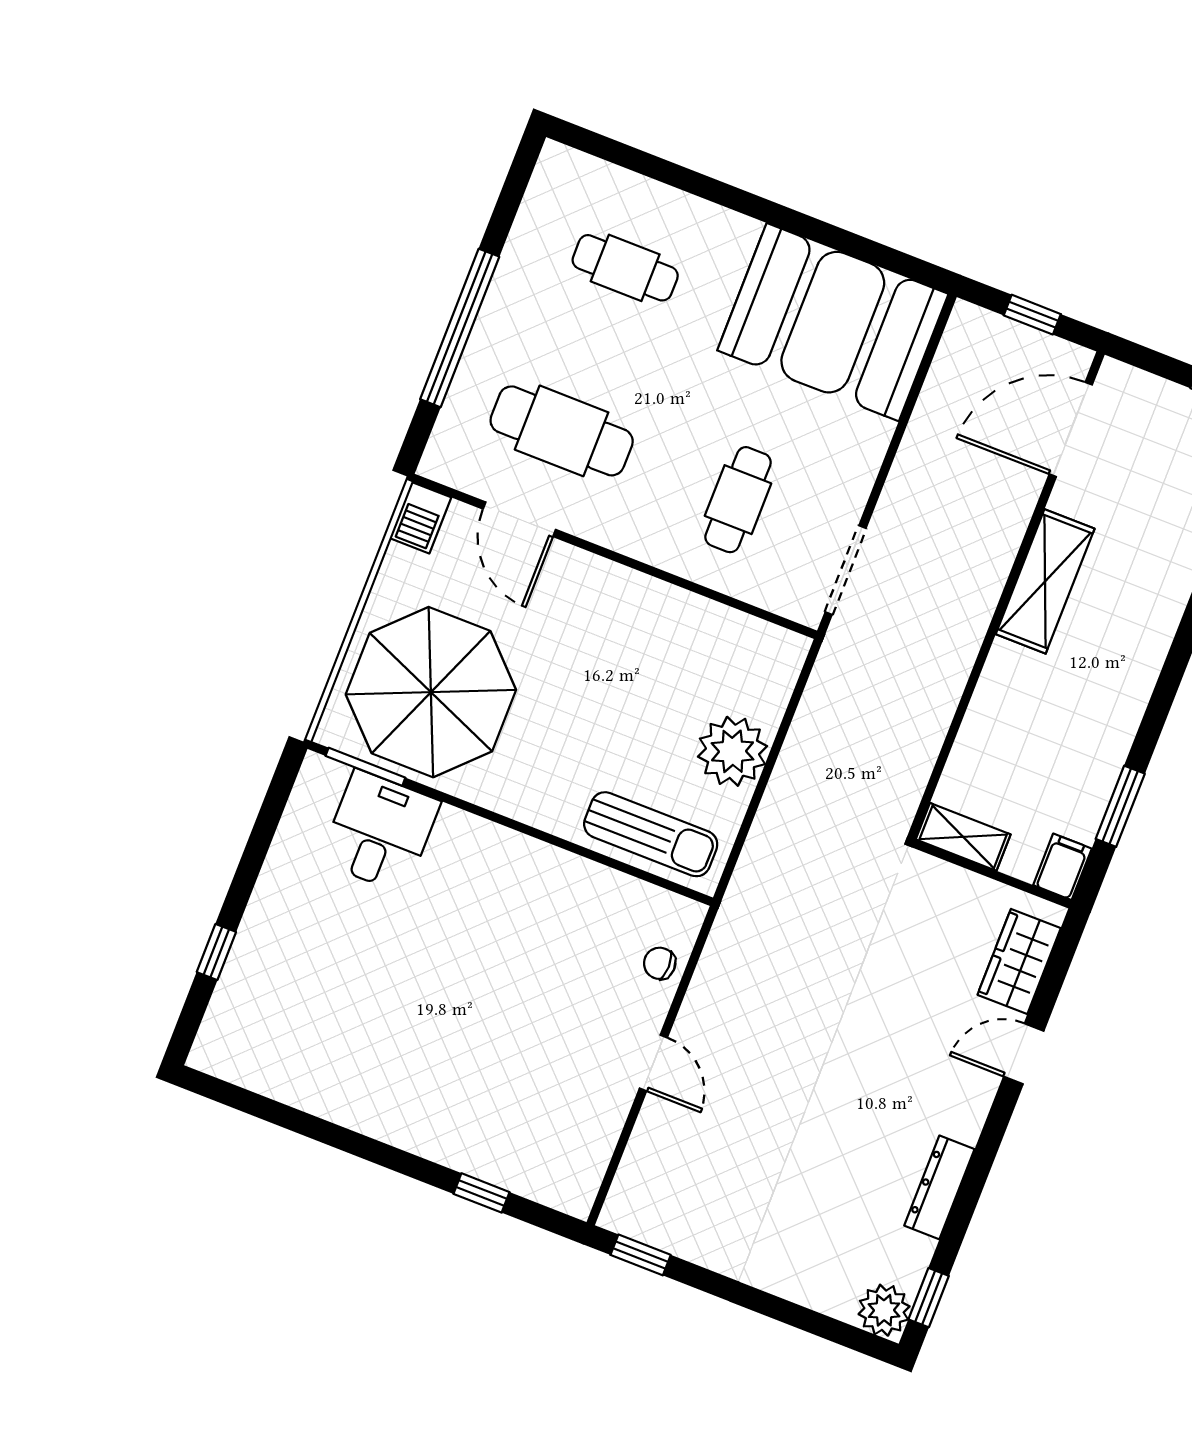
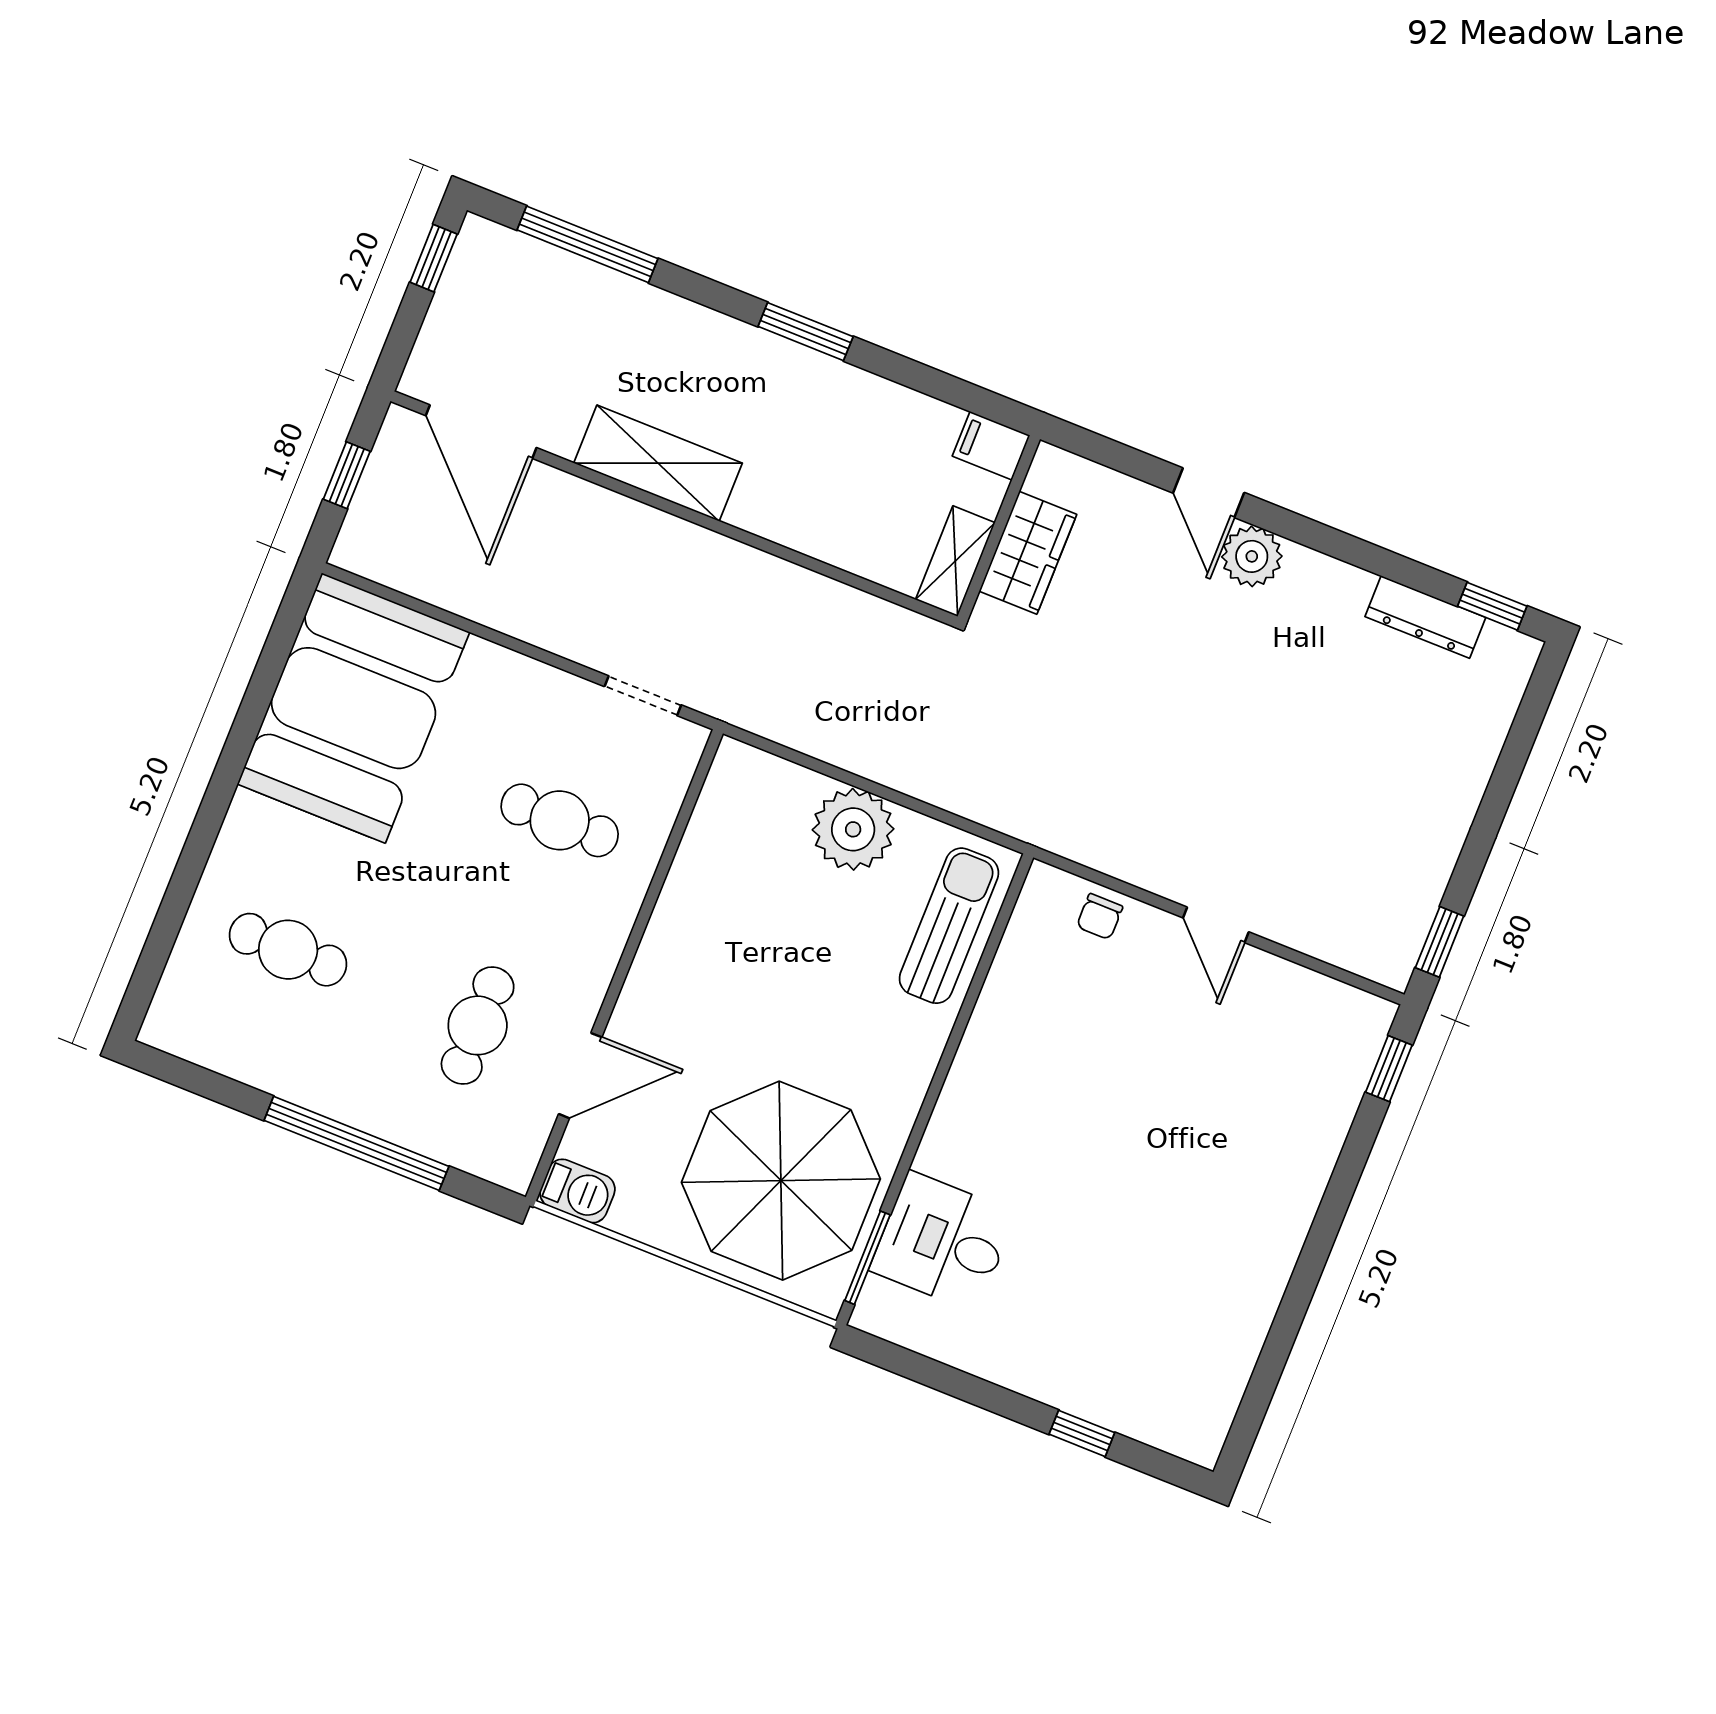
cafe table: (625, 268) -> (288, 950), turned 90
cafe table: (562, 431) -> (478, 1025), width x0.73, depth x0.74
doorway: (846, 570) -> (643, 696), width x0.73
window: (1120, 806) -> (806, 332), moved
wardrobe: (1019, 961) -> (1028, 553), moved, turned -90
door: (653, 1063) -> (1216, 925), swing flipped
dresser: (939, 1187) -> (1425, 617), moved
window: (482, 1193) -> (1389, 1069), moved
plant: (884, 1310) -> (1252, 556), moved

